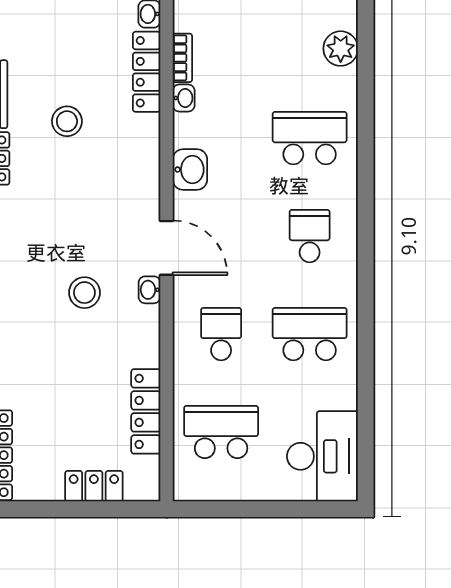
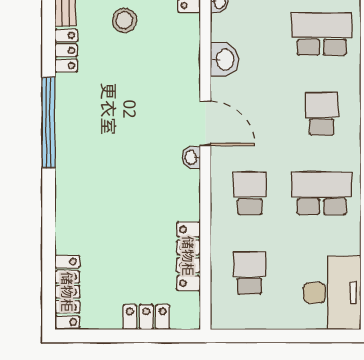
stool: (84, 293) -> (139, 160), removed
school desk: (221, 432) -> (250, 273), width x0.54

